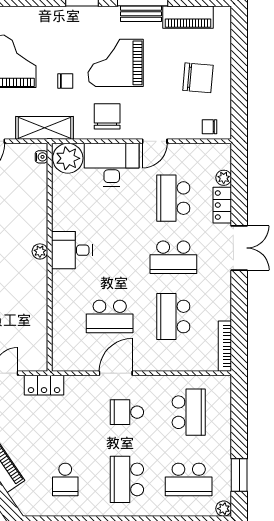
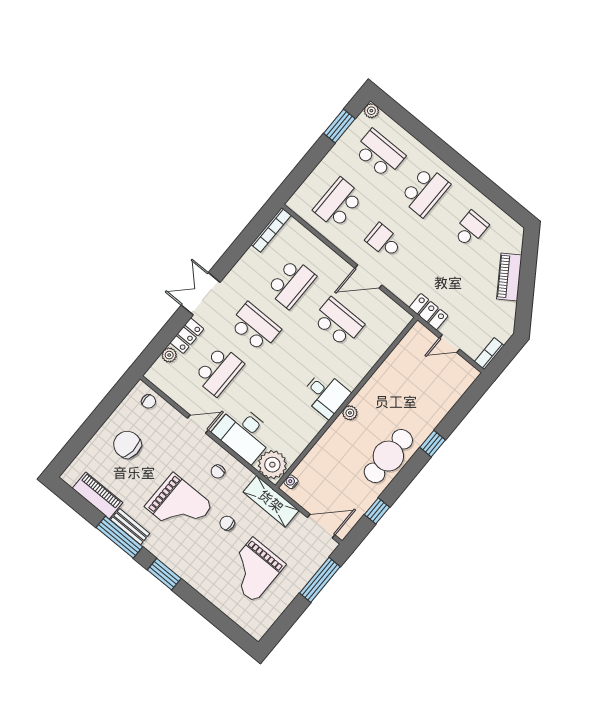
chair: (107, 116) -> (218, 471), width x0.54, depth x0.54
school desk: (127, 412) -> (384, 241), turned 180

